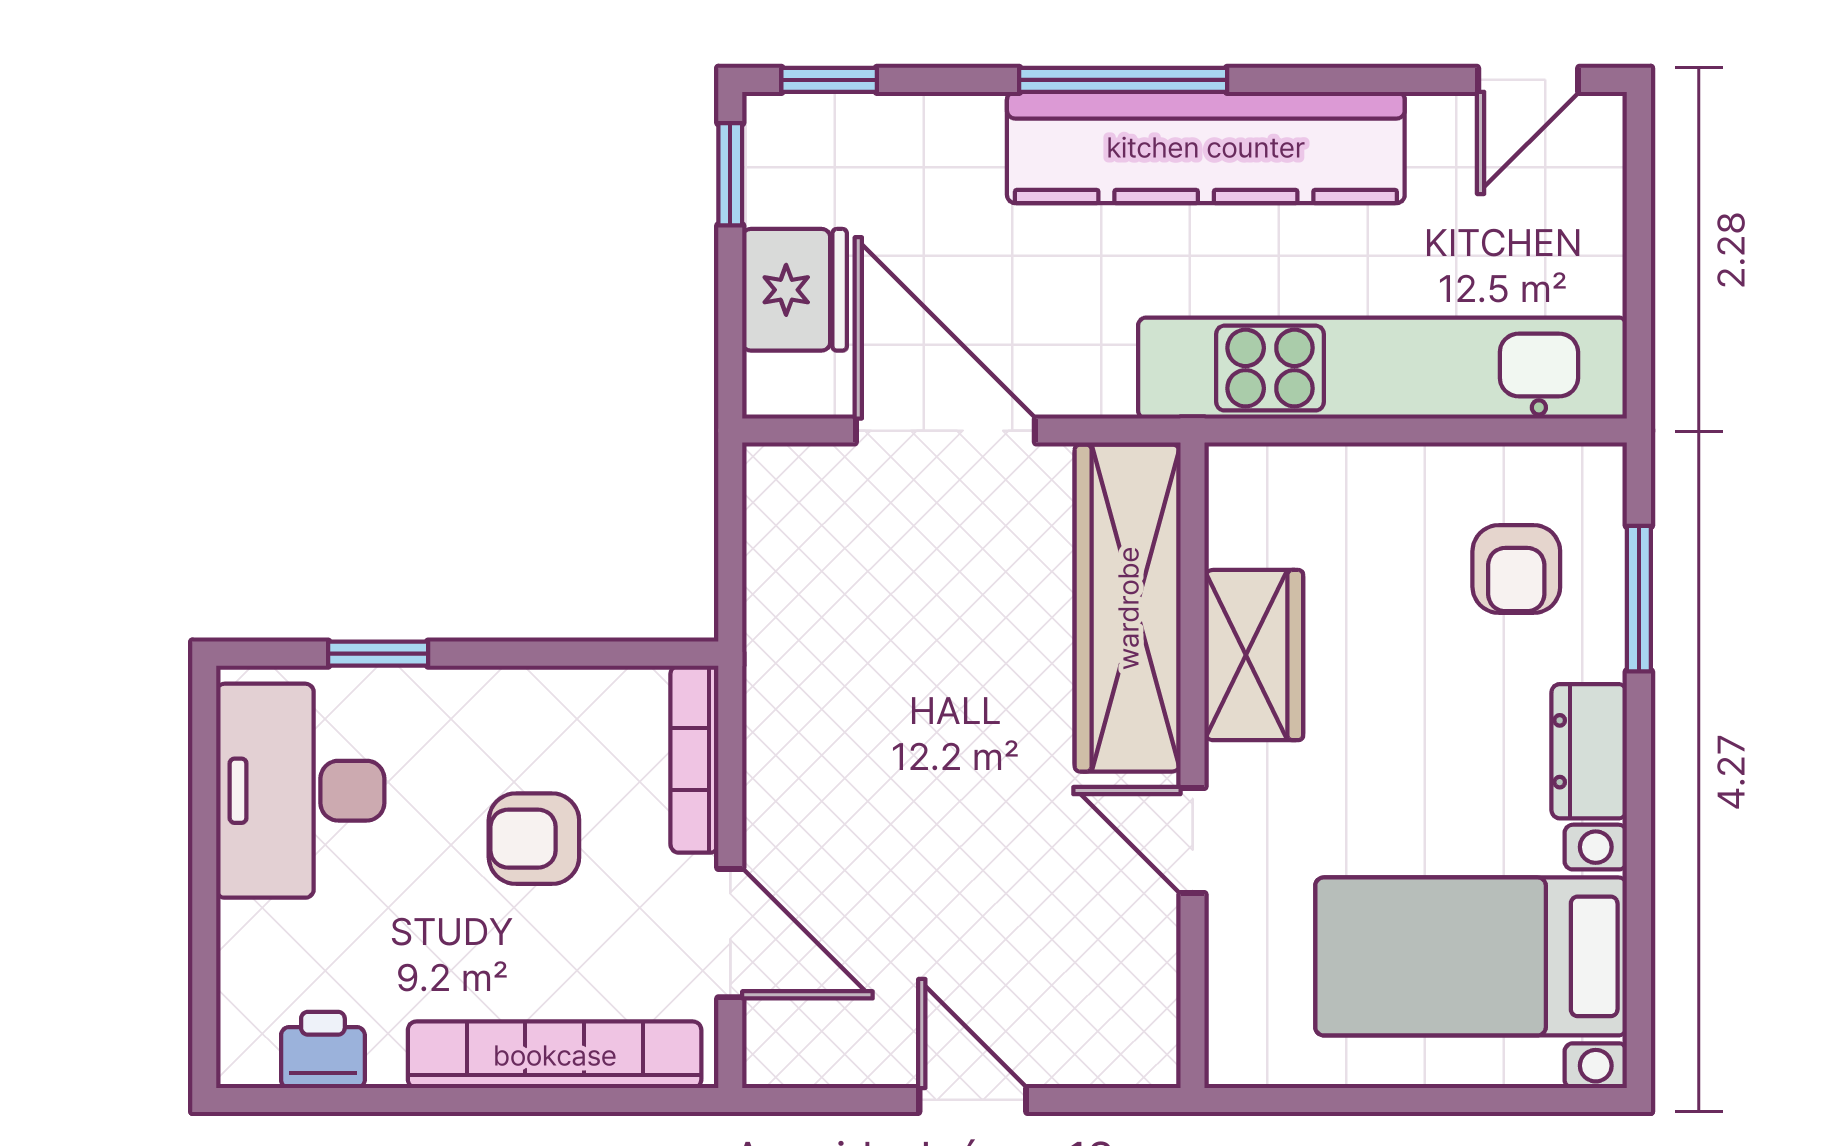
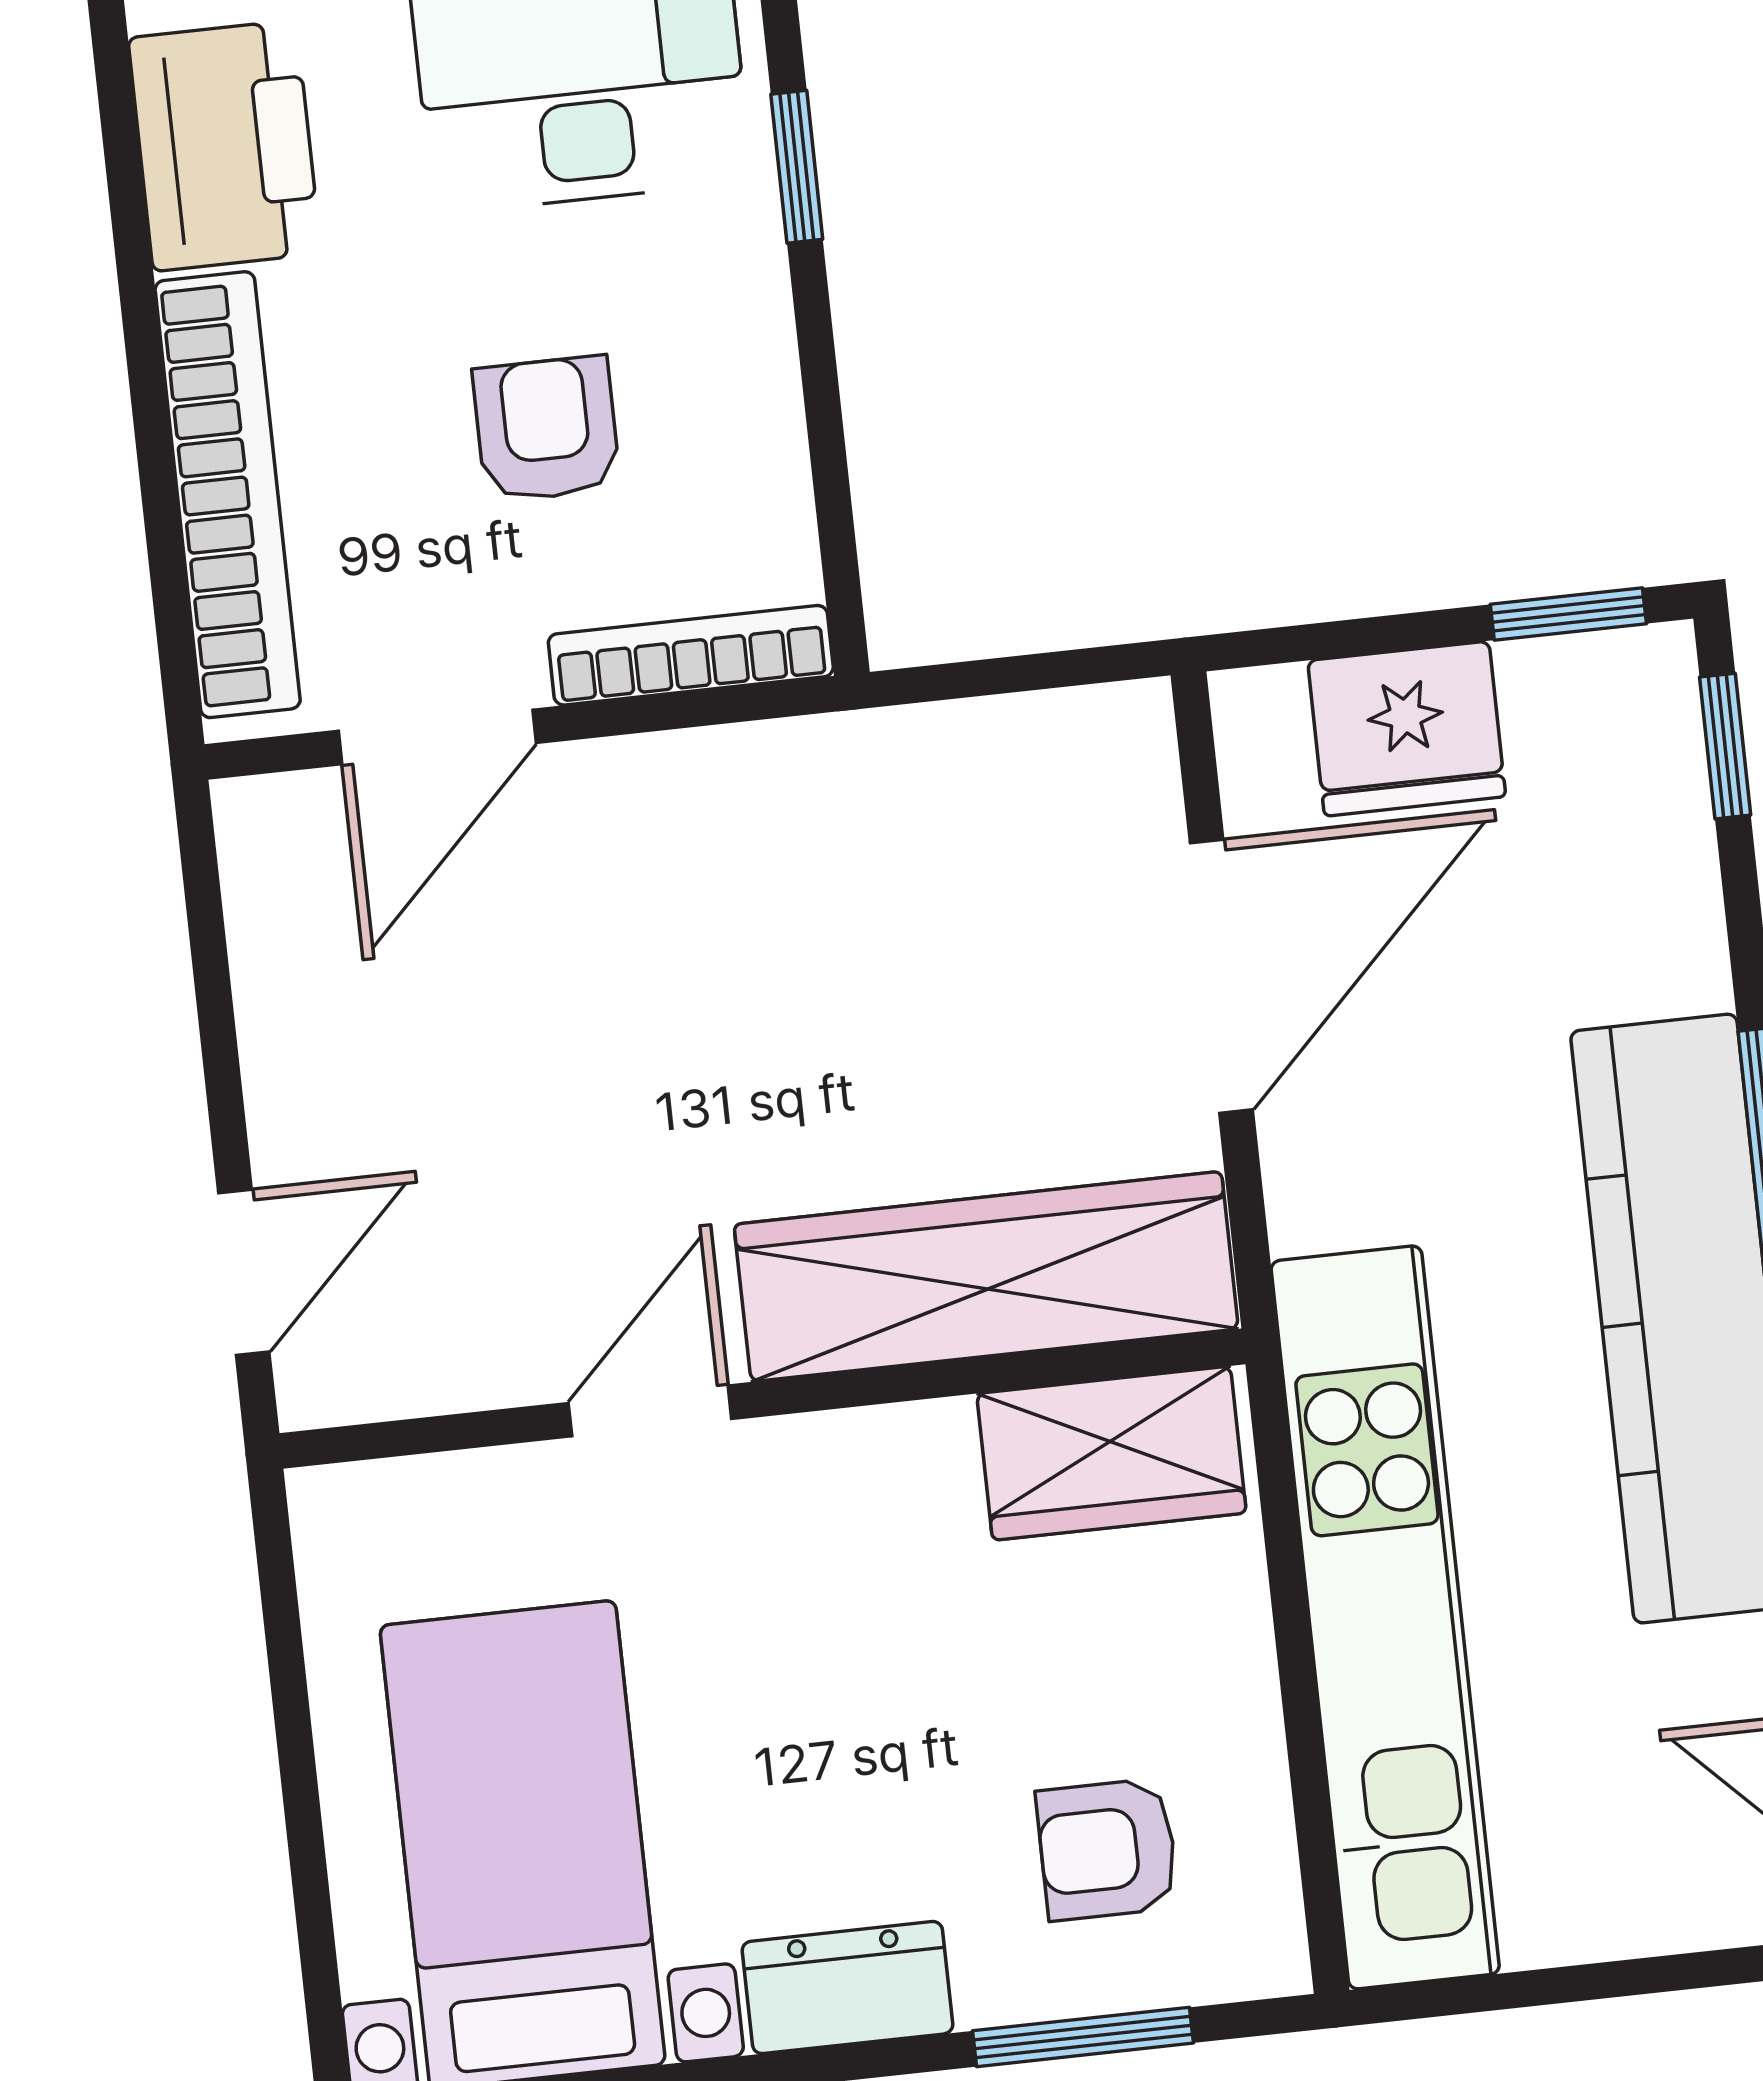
wardrobe: (1254, 655) -> (1111, 1453), moved
printer: (323, 1050) -> (225, 146), width x1.87, depth x1.48
door: (973, 1100) -> (244, 1272), moved

